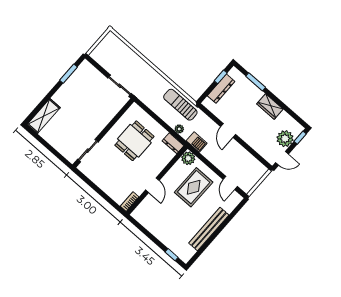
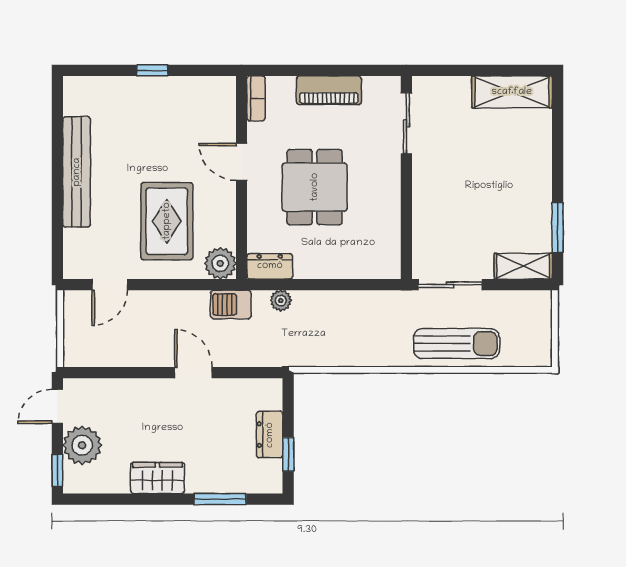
shelving: (91, 71) -> (523, 266), added
dresser: (221, 89) -> (270, 435), width x0.70
sun lounger: (180, 105) -> (457, 344), moved
shelving: (44, 116) -> (512, 92), moved, turned 90
dining table: (134, 141) -> (315, 187), moved
door: (230, 183) -> (110, 285), swing flipped
piano: (104, 184) -> (329, 90), added
window: (171, 255) -> (152, 70), moved

